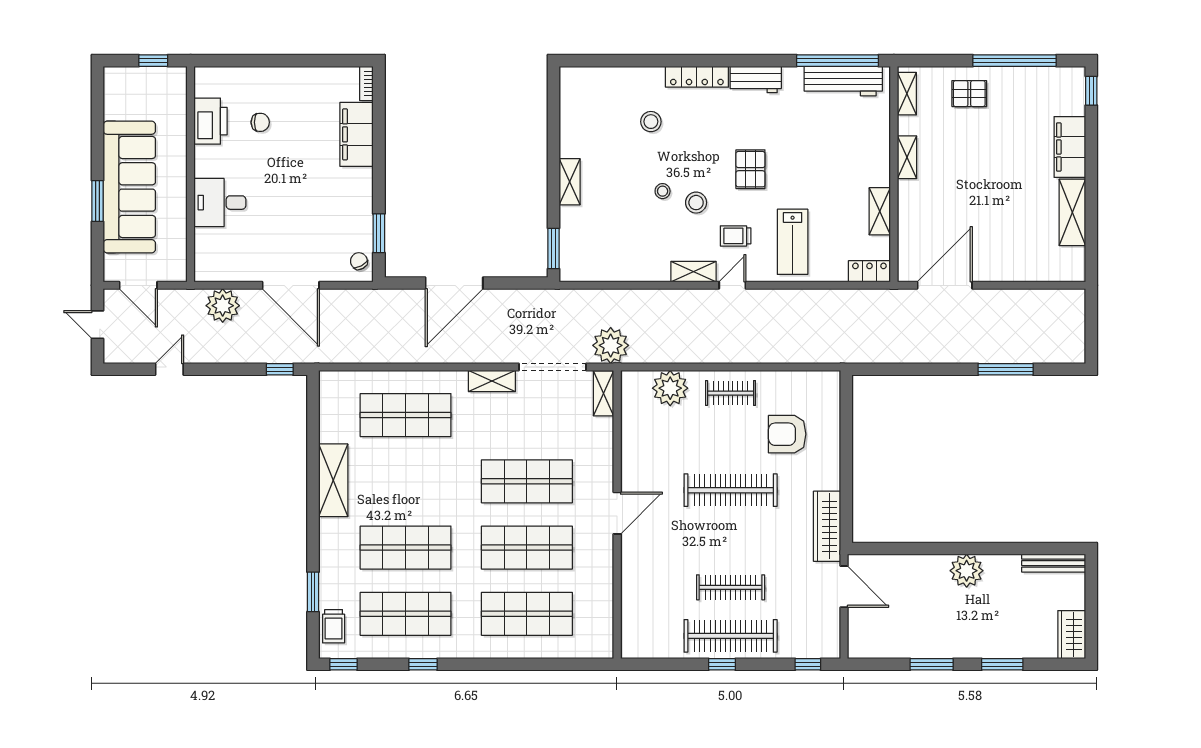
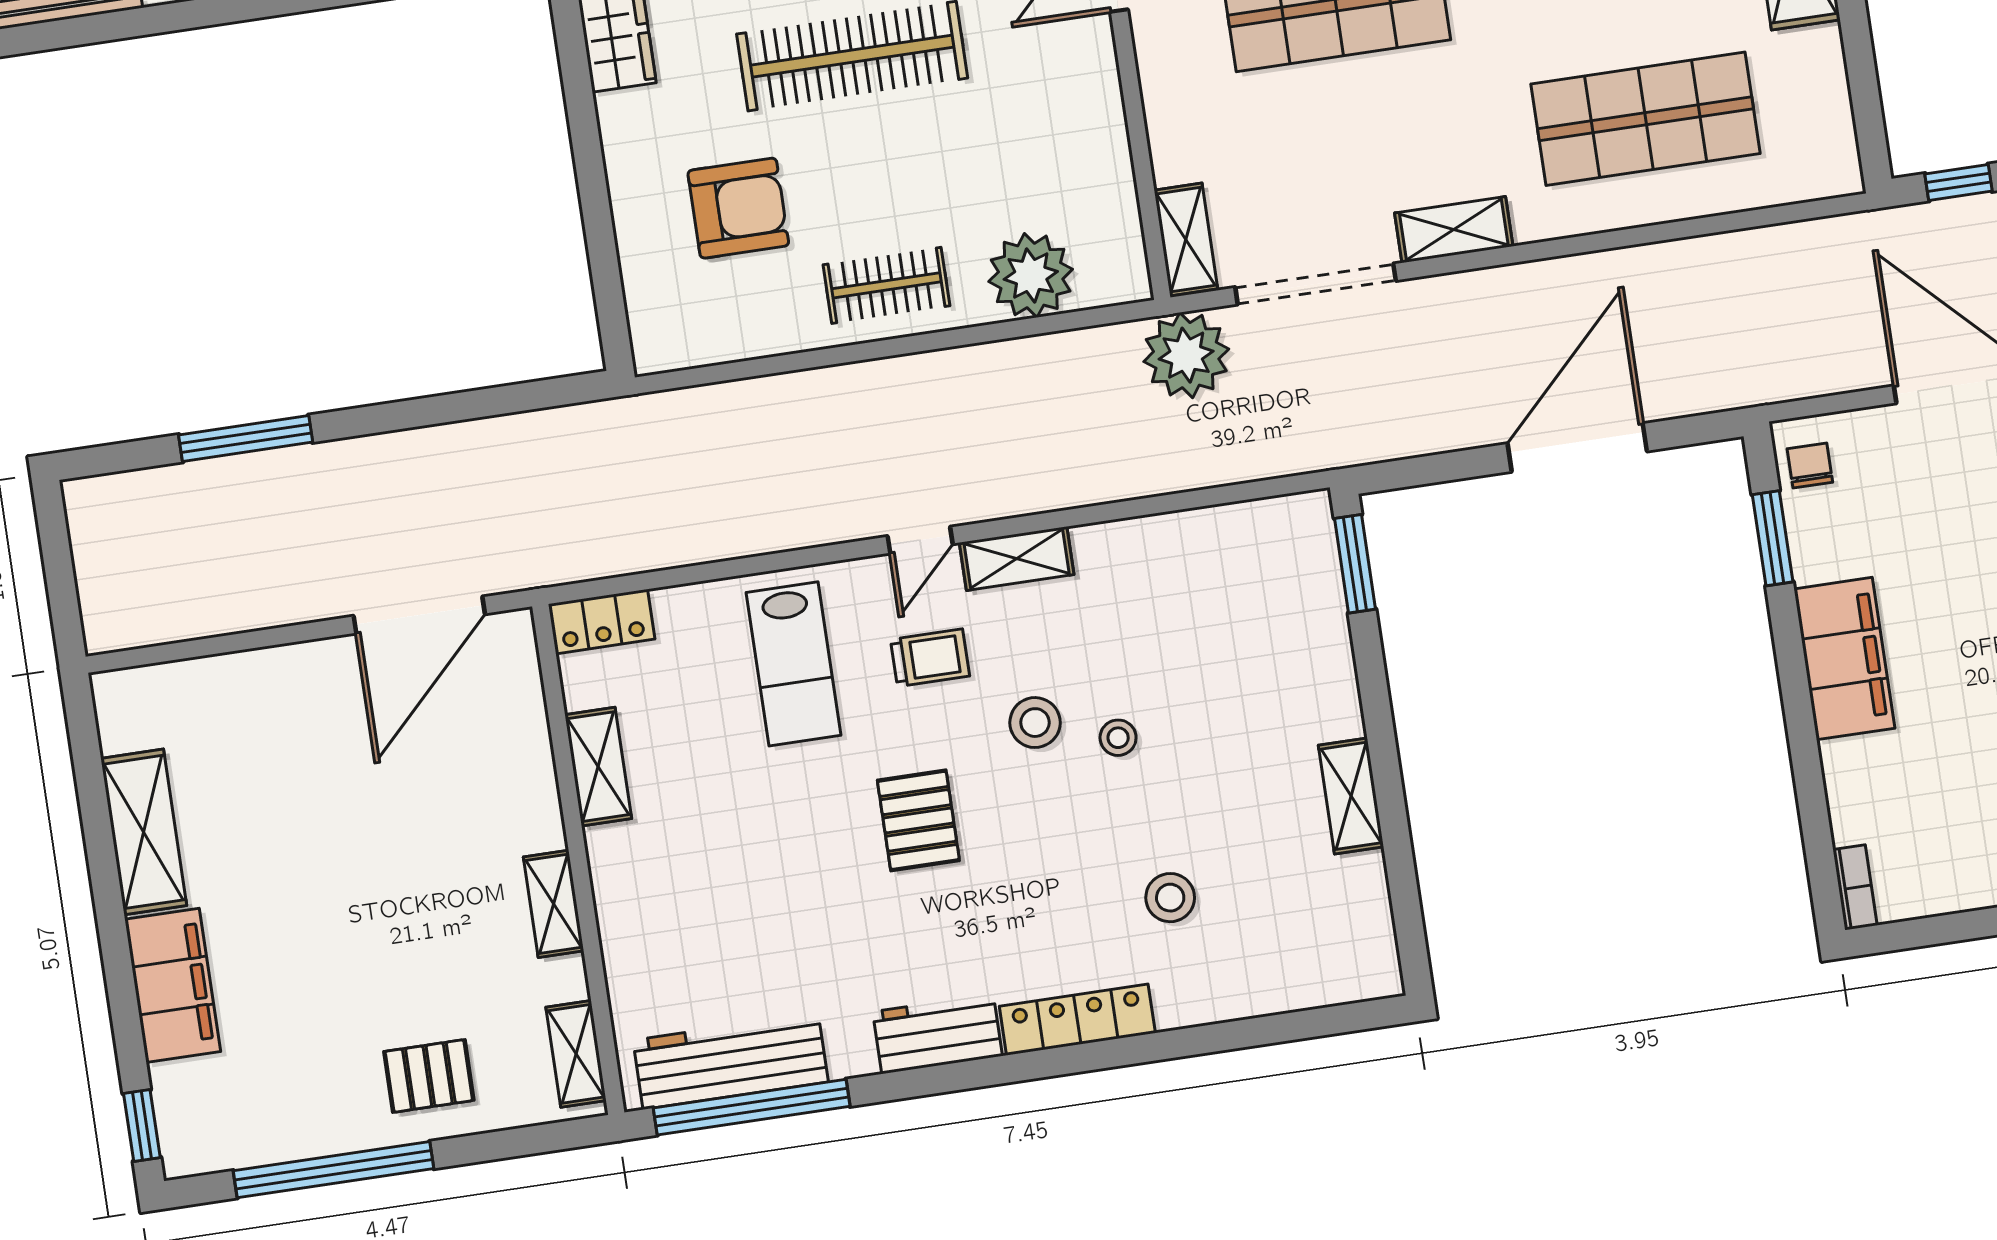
filing cabinet: (357, 134) -> (1844, 659), moved
shelving: (570, 182) -> (1351, 796), moved
lab bench: (793, 242) -> (794, 664), turned 180
chair: (359, 261) -> (1810, 466), turned -152

